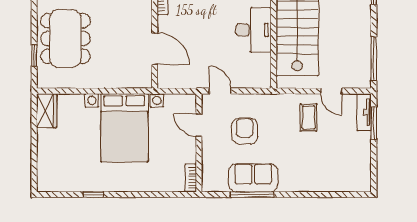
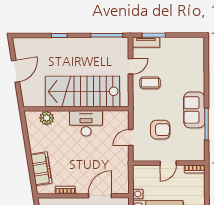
door: (220, 91) -> (131, 138), moved
door: (199, 125) -> (168, 163), moved
armchair: (245, 131) -> (160, 130), turned 180
sofa: (253, 178) -> (194, 110), moved

